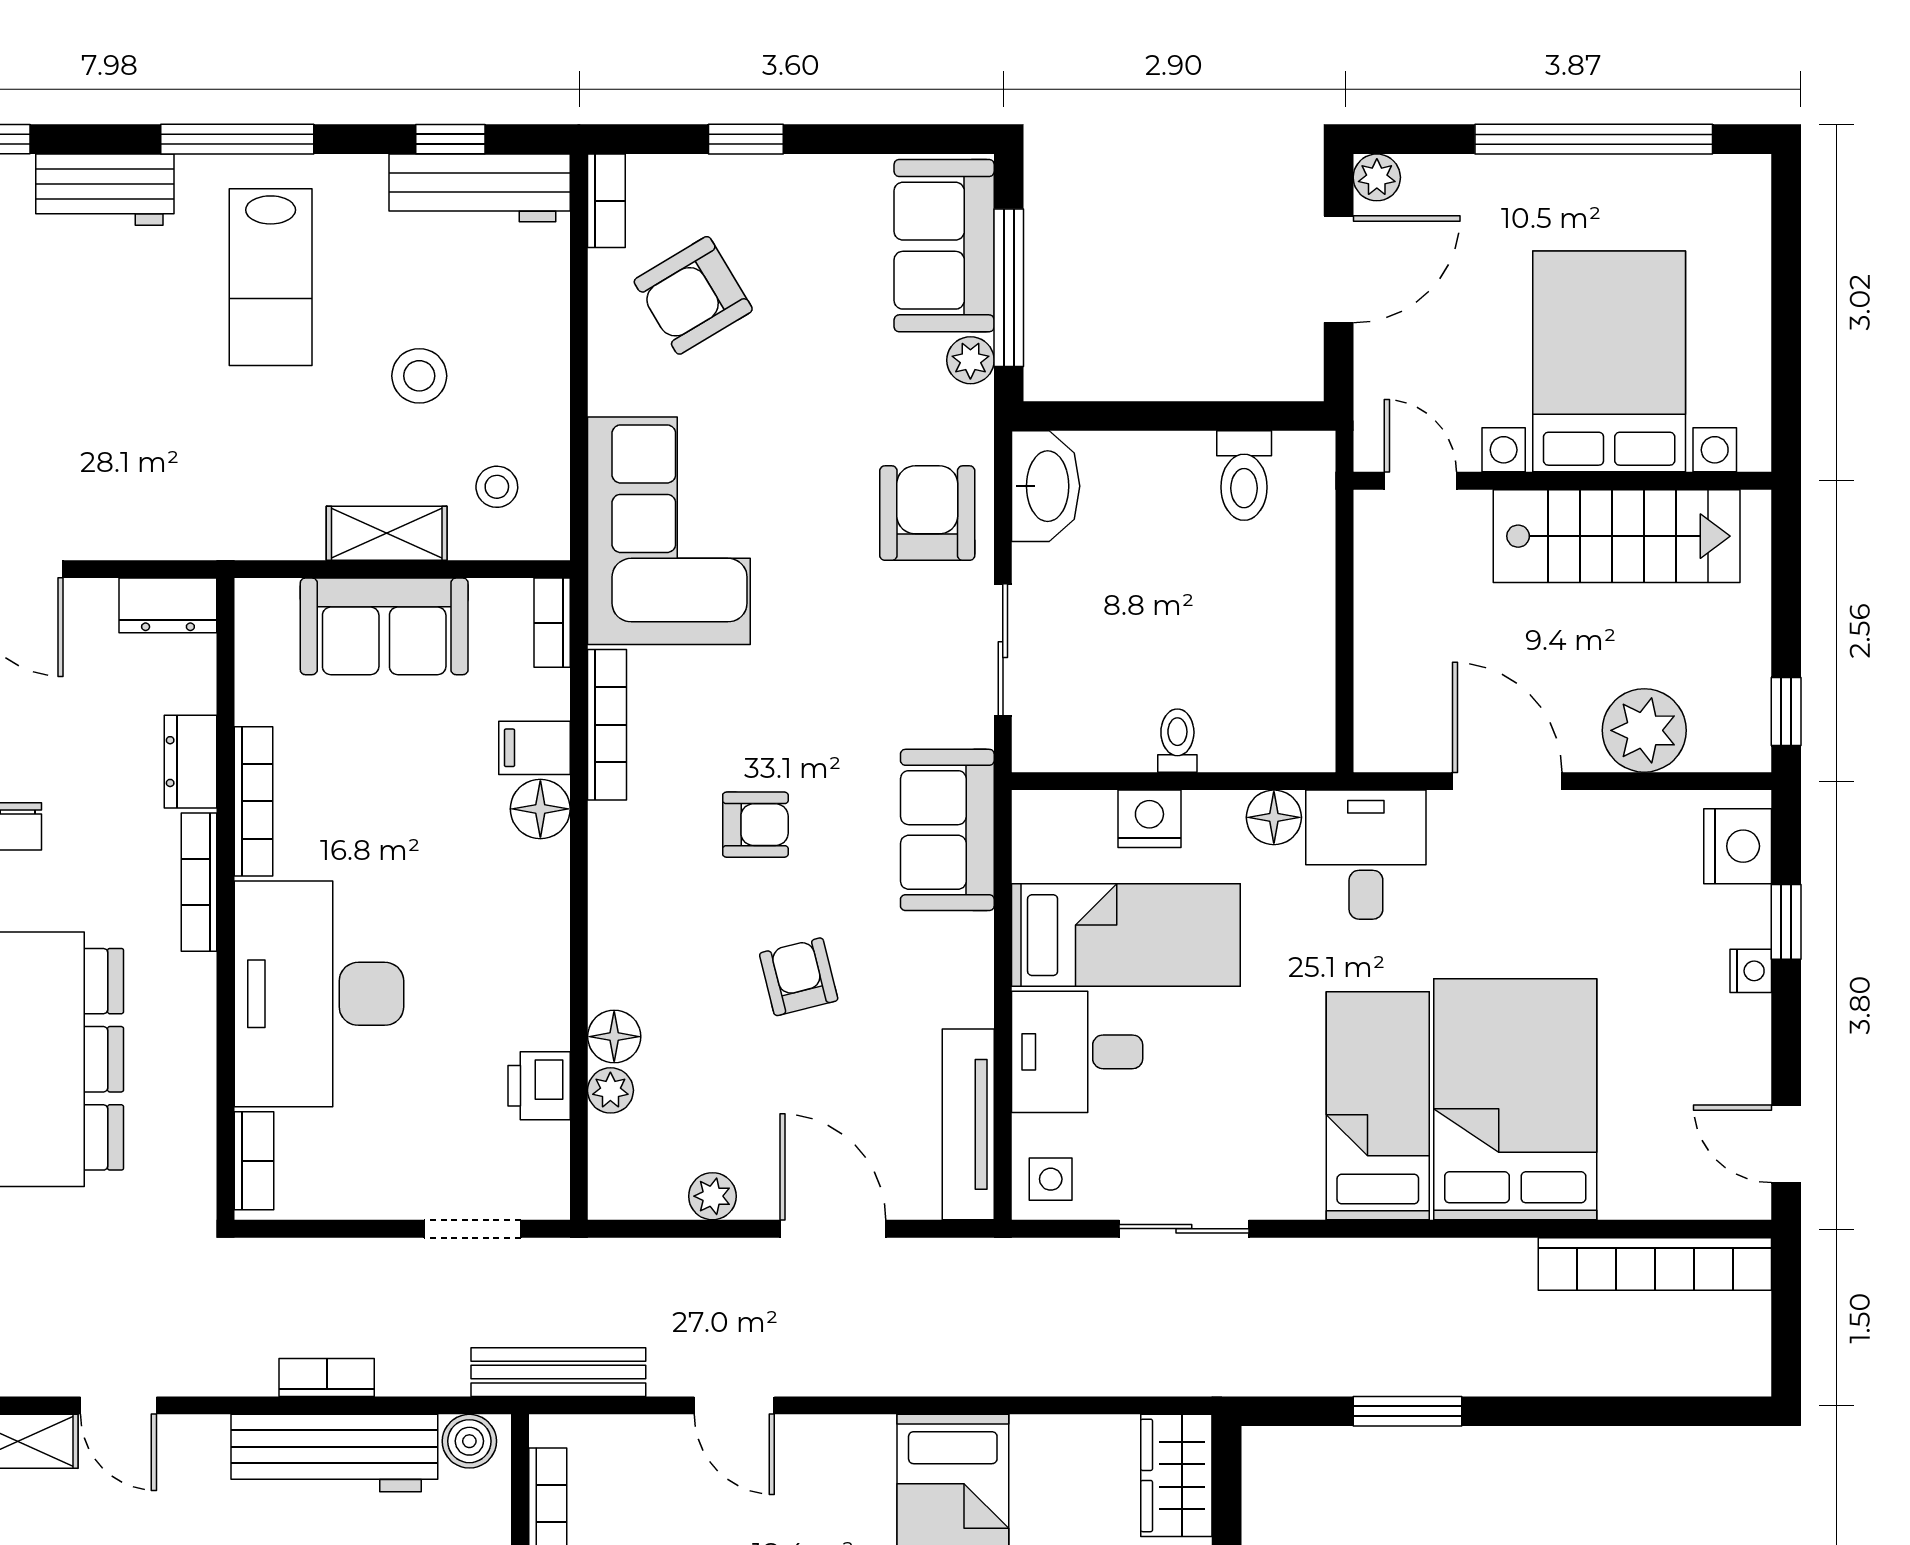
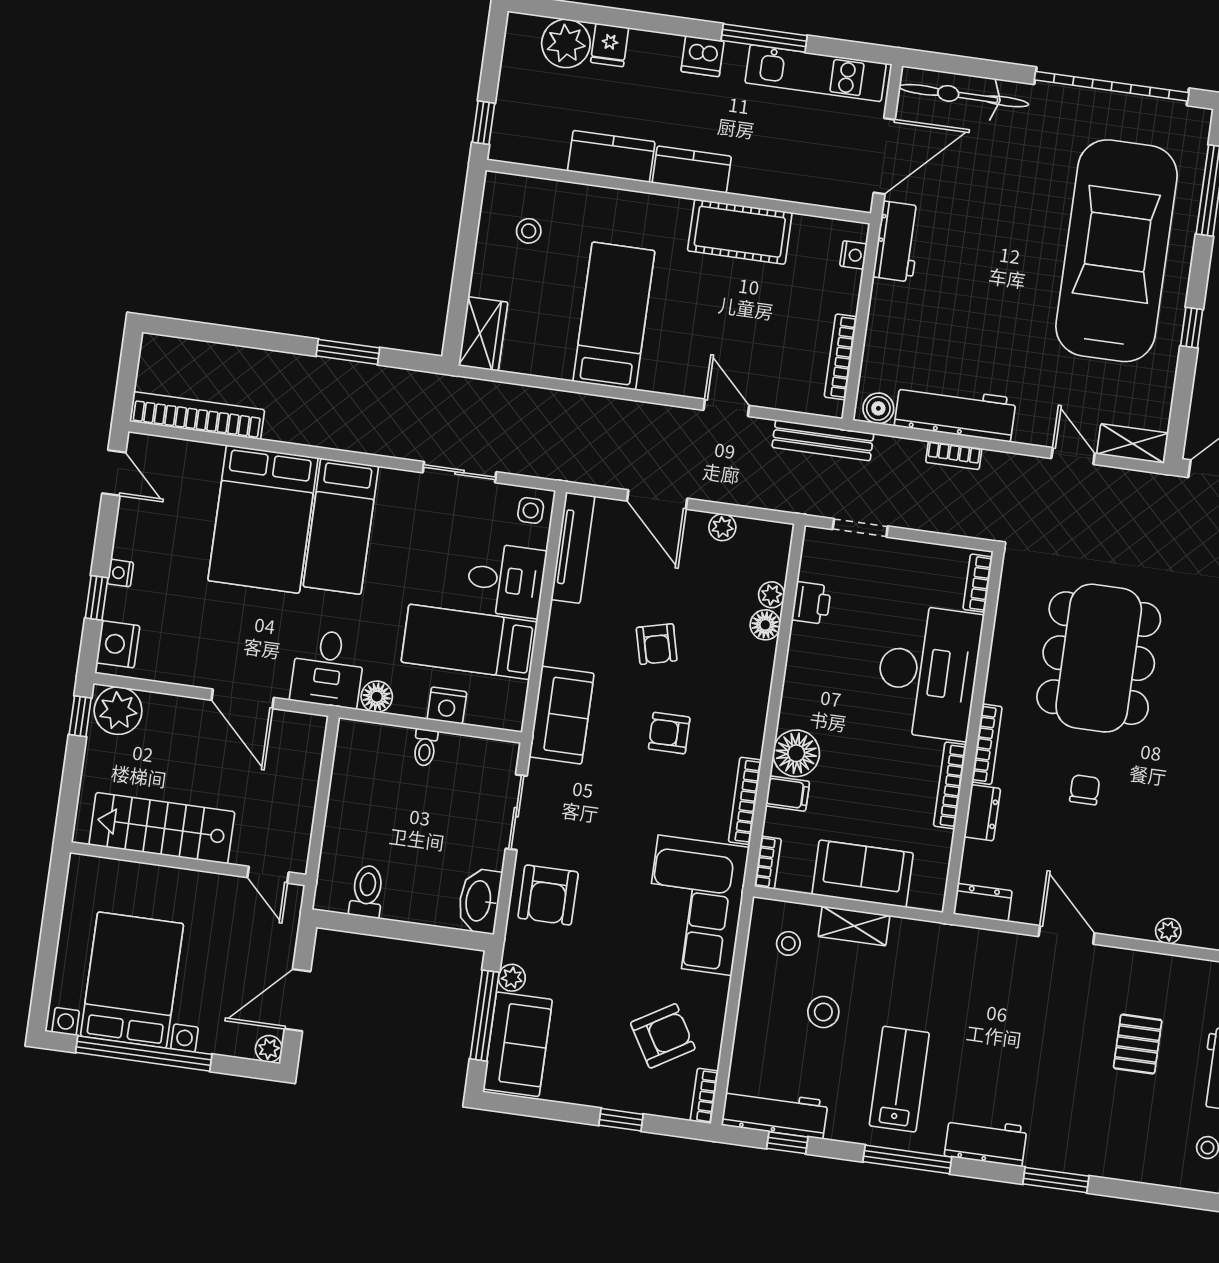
bed with nightstands: (1609, 361) -> (132, 980), moved, turned 180
plant: (1644, 730) -> (118, 711), moved
floor lamp: (540, 809) -> (796, 753), width x1.38, depth x1.38

